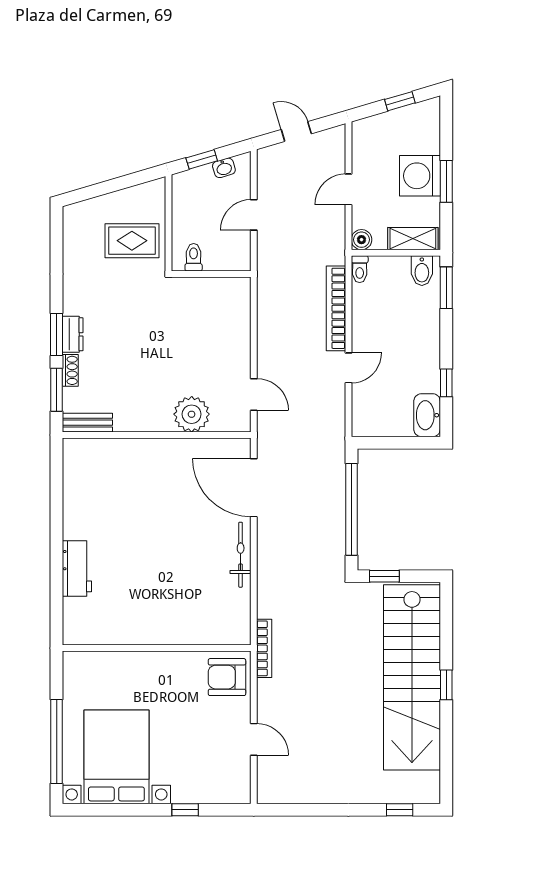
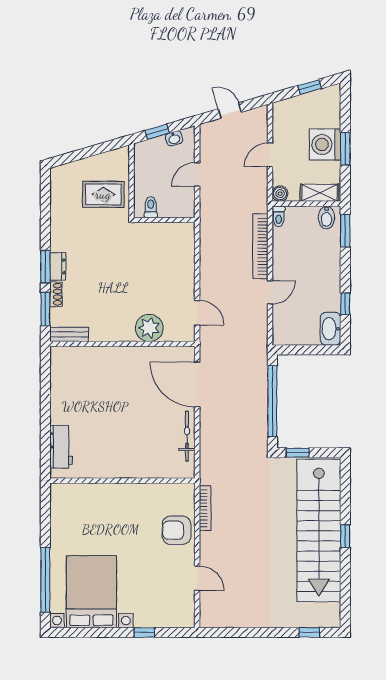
wall: (157, 648) -> (122, 481), moved

